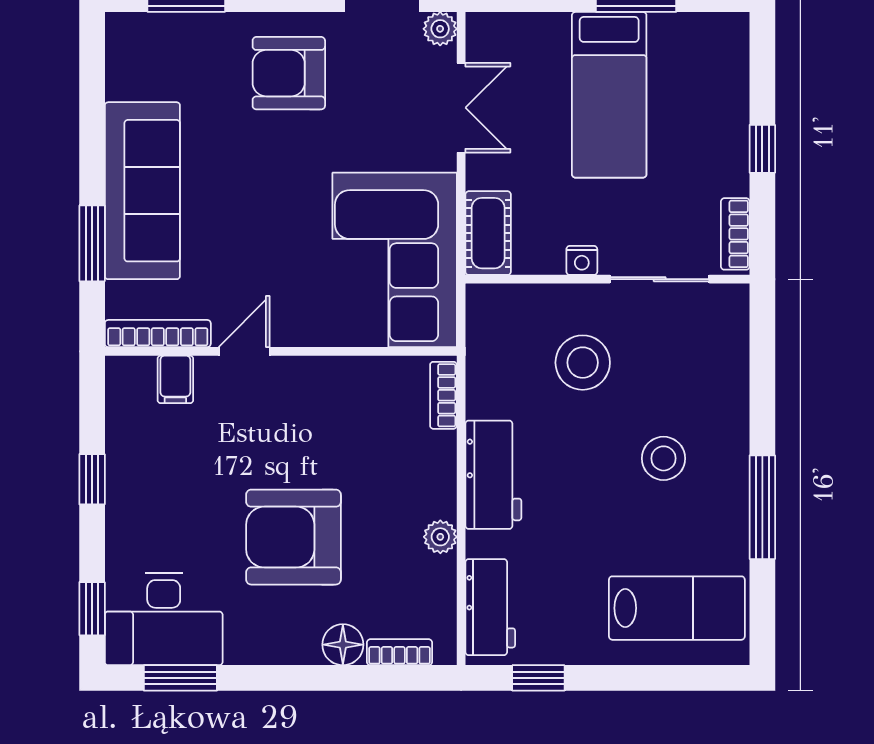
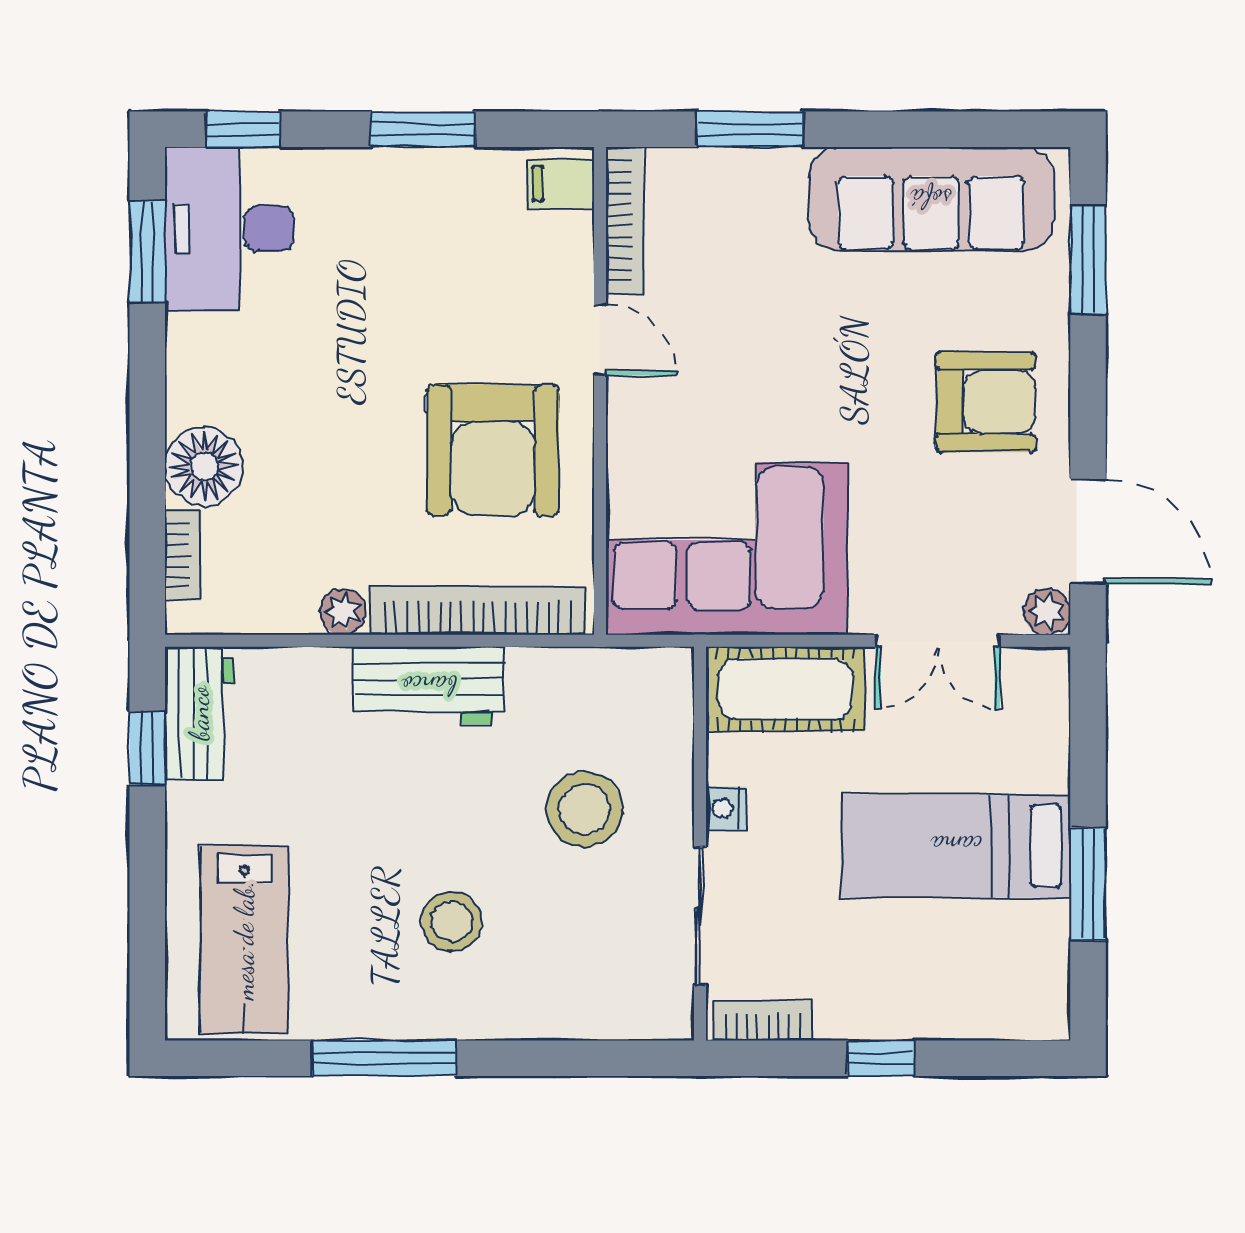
armchair: (289, 73) -> (986, 402), turned 90
sofa: (142, 191) -> (931, 199), moved
cot: (488, 233) -> (785, 689), width x1.37, depth x1.34
filing cabinet: (175, 379) -> (561, 184), moved
bookcase: (443, 395) -> (478, 611), width x2.31, depth x1.31
window: (92, 479) -> (423, 129), width x1.50
armchair: (294, 537) -> (493, 450), moved, turned 180
workbench: (490, 607) -> (199, 713), moved, turned -90
floor lamp: (343, 645) -> (204, 466), width x1.38, depth x1.38

